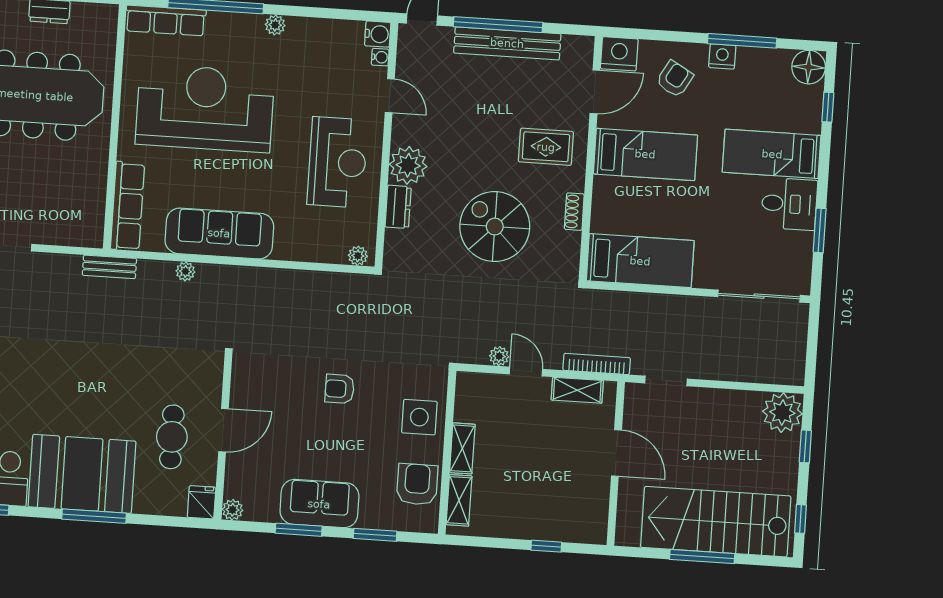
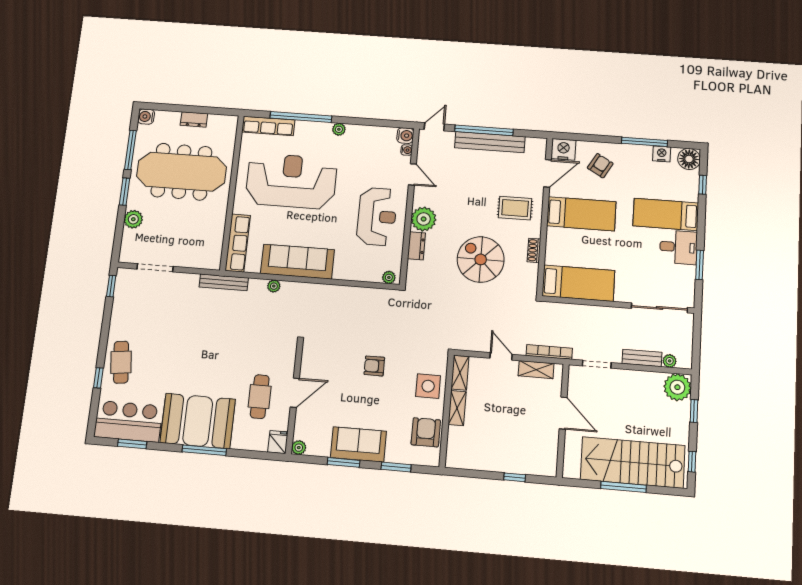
nightstand: (722, 56) -> (662, 154), moved
bench: (109, 267) -> (224, 282), width x1.36
plant: (499, 356) -> (670, 361), moved
bench: (732, 371) -> (642, 358), added
shelving: (459, 500) -> (460, 373), moved

